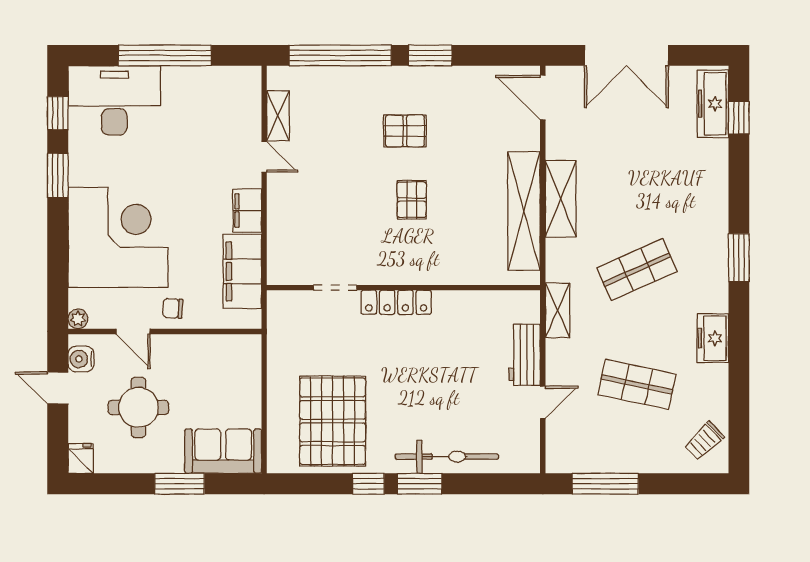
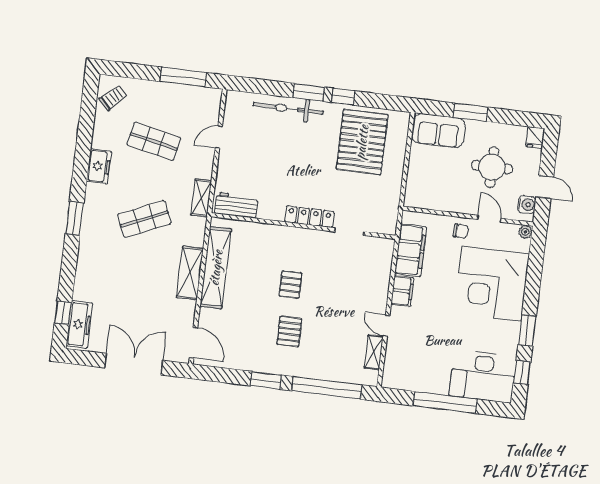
pallet: (405, 131) -> (289, 332), turned 90
workbench: (524, 355) -> (236, 205), moved, turned -90

